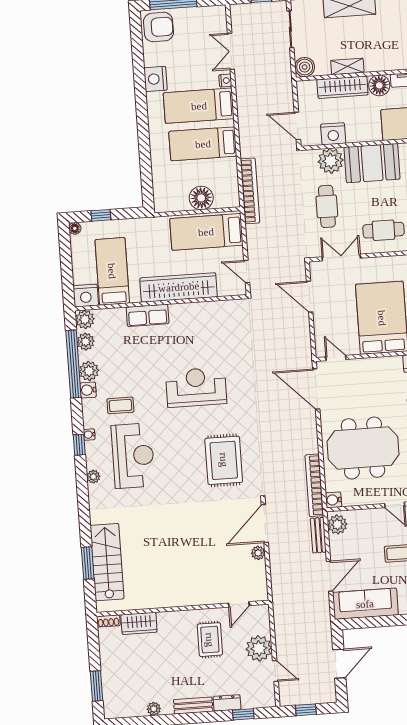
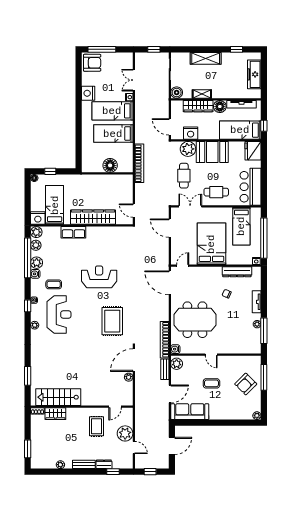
bed: (206, 232) -> (112, 186), removed
door: (336, 358) -> (183, 266), hinge flipped
stairs: (107, 562) -> (58, 397), moved, turned -90

